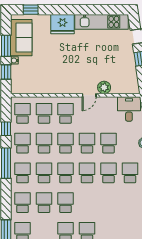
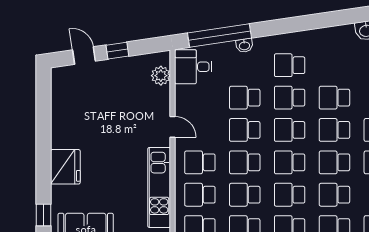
kitchen unit: (102, 22) -> (159, 187), moved, turned 180
plant: (104, 87) -> (161, 76), moved
school desk: (87, 203) -> (334, 130), added
school desk: (108, 203) -> (334, 98), added

